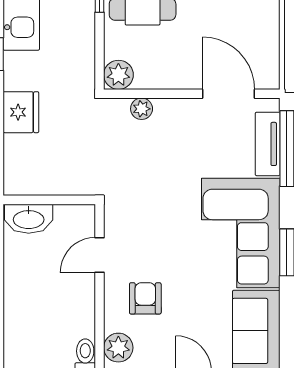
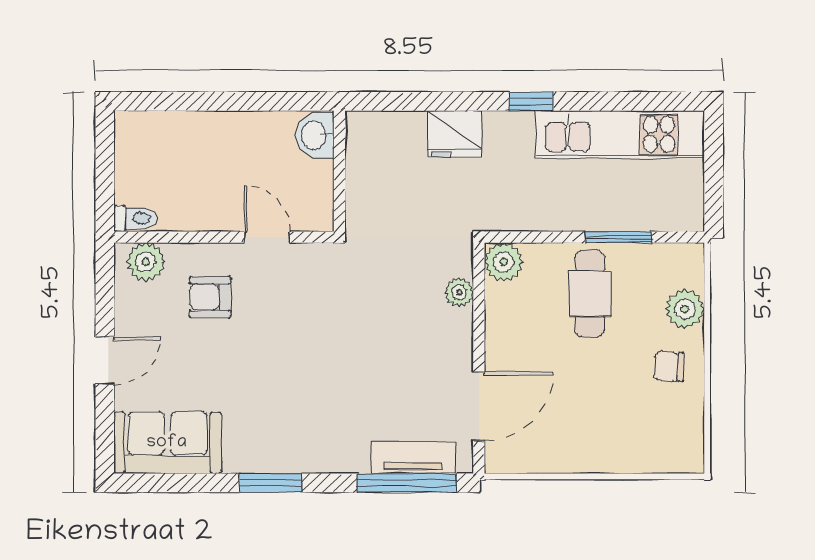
washbasin: (29, 219) -> (315, 135), width x0.72
corner sofa: (241, 233) -> (296, 422), removed
armchair: (145, 298) -> (210, 297), turned 180

